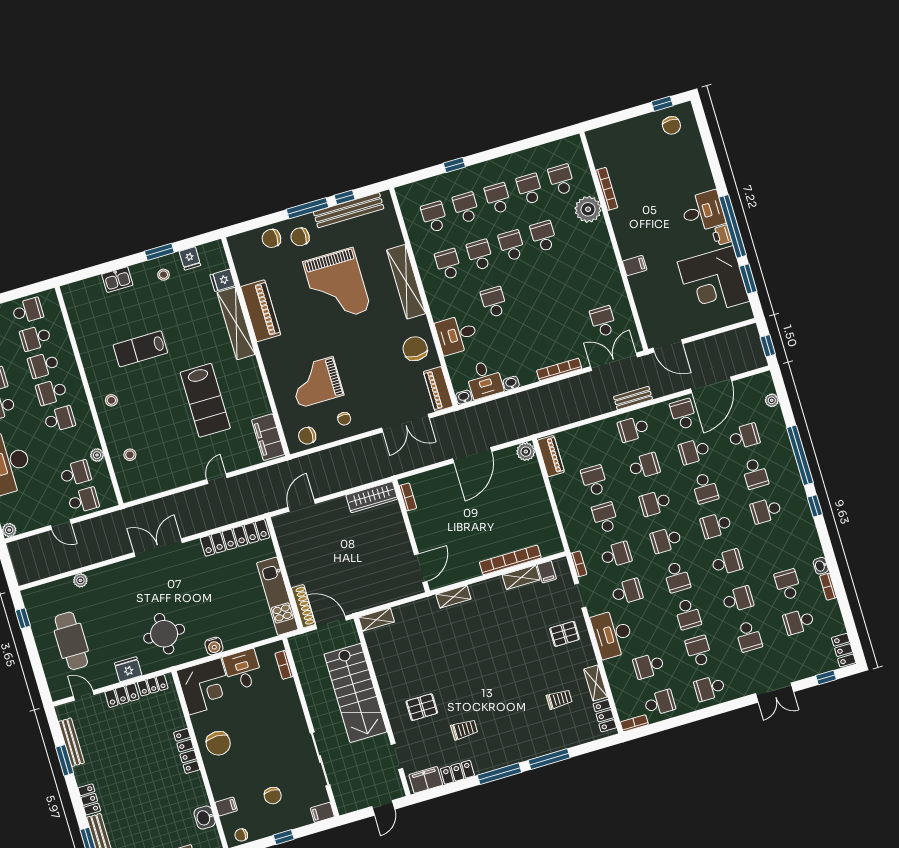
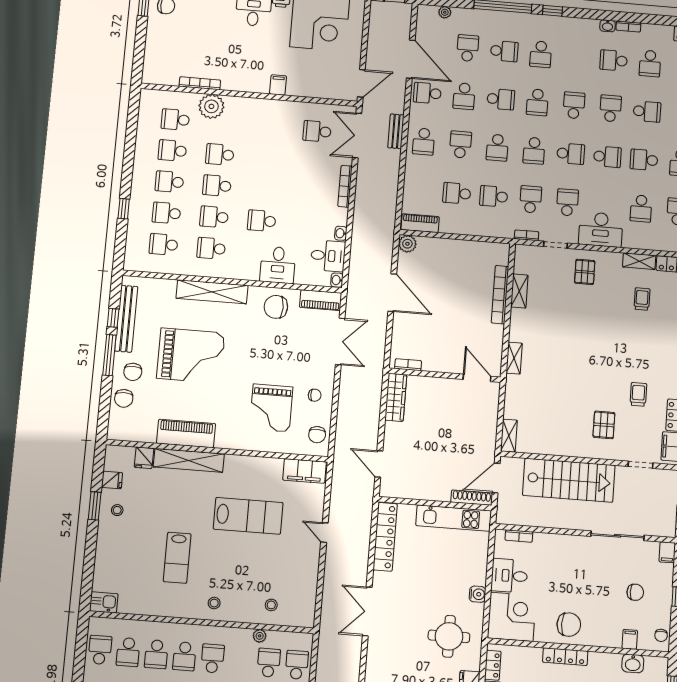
kitchen sink: (117, 280) -> (104, 602), moved, turned -90
filing cabinet: (547, 572) -> (523, 266), removed

